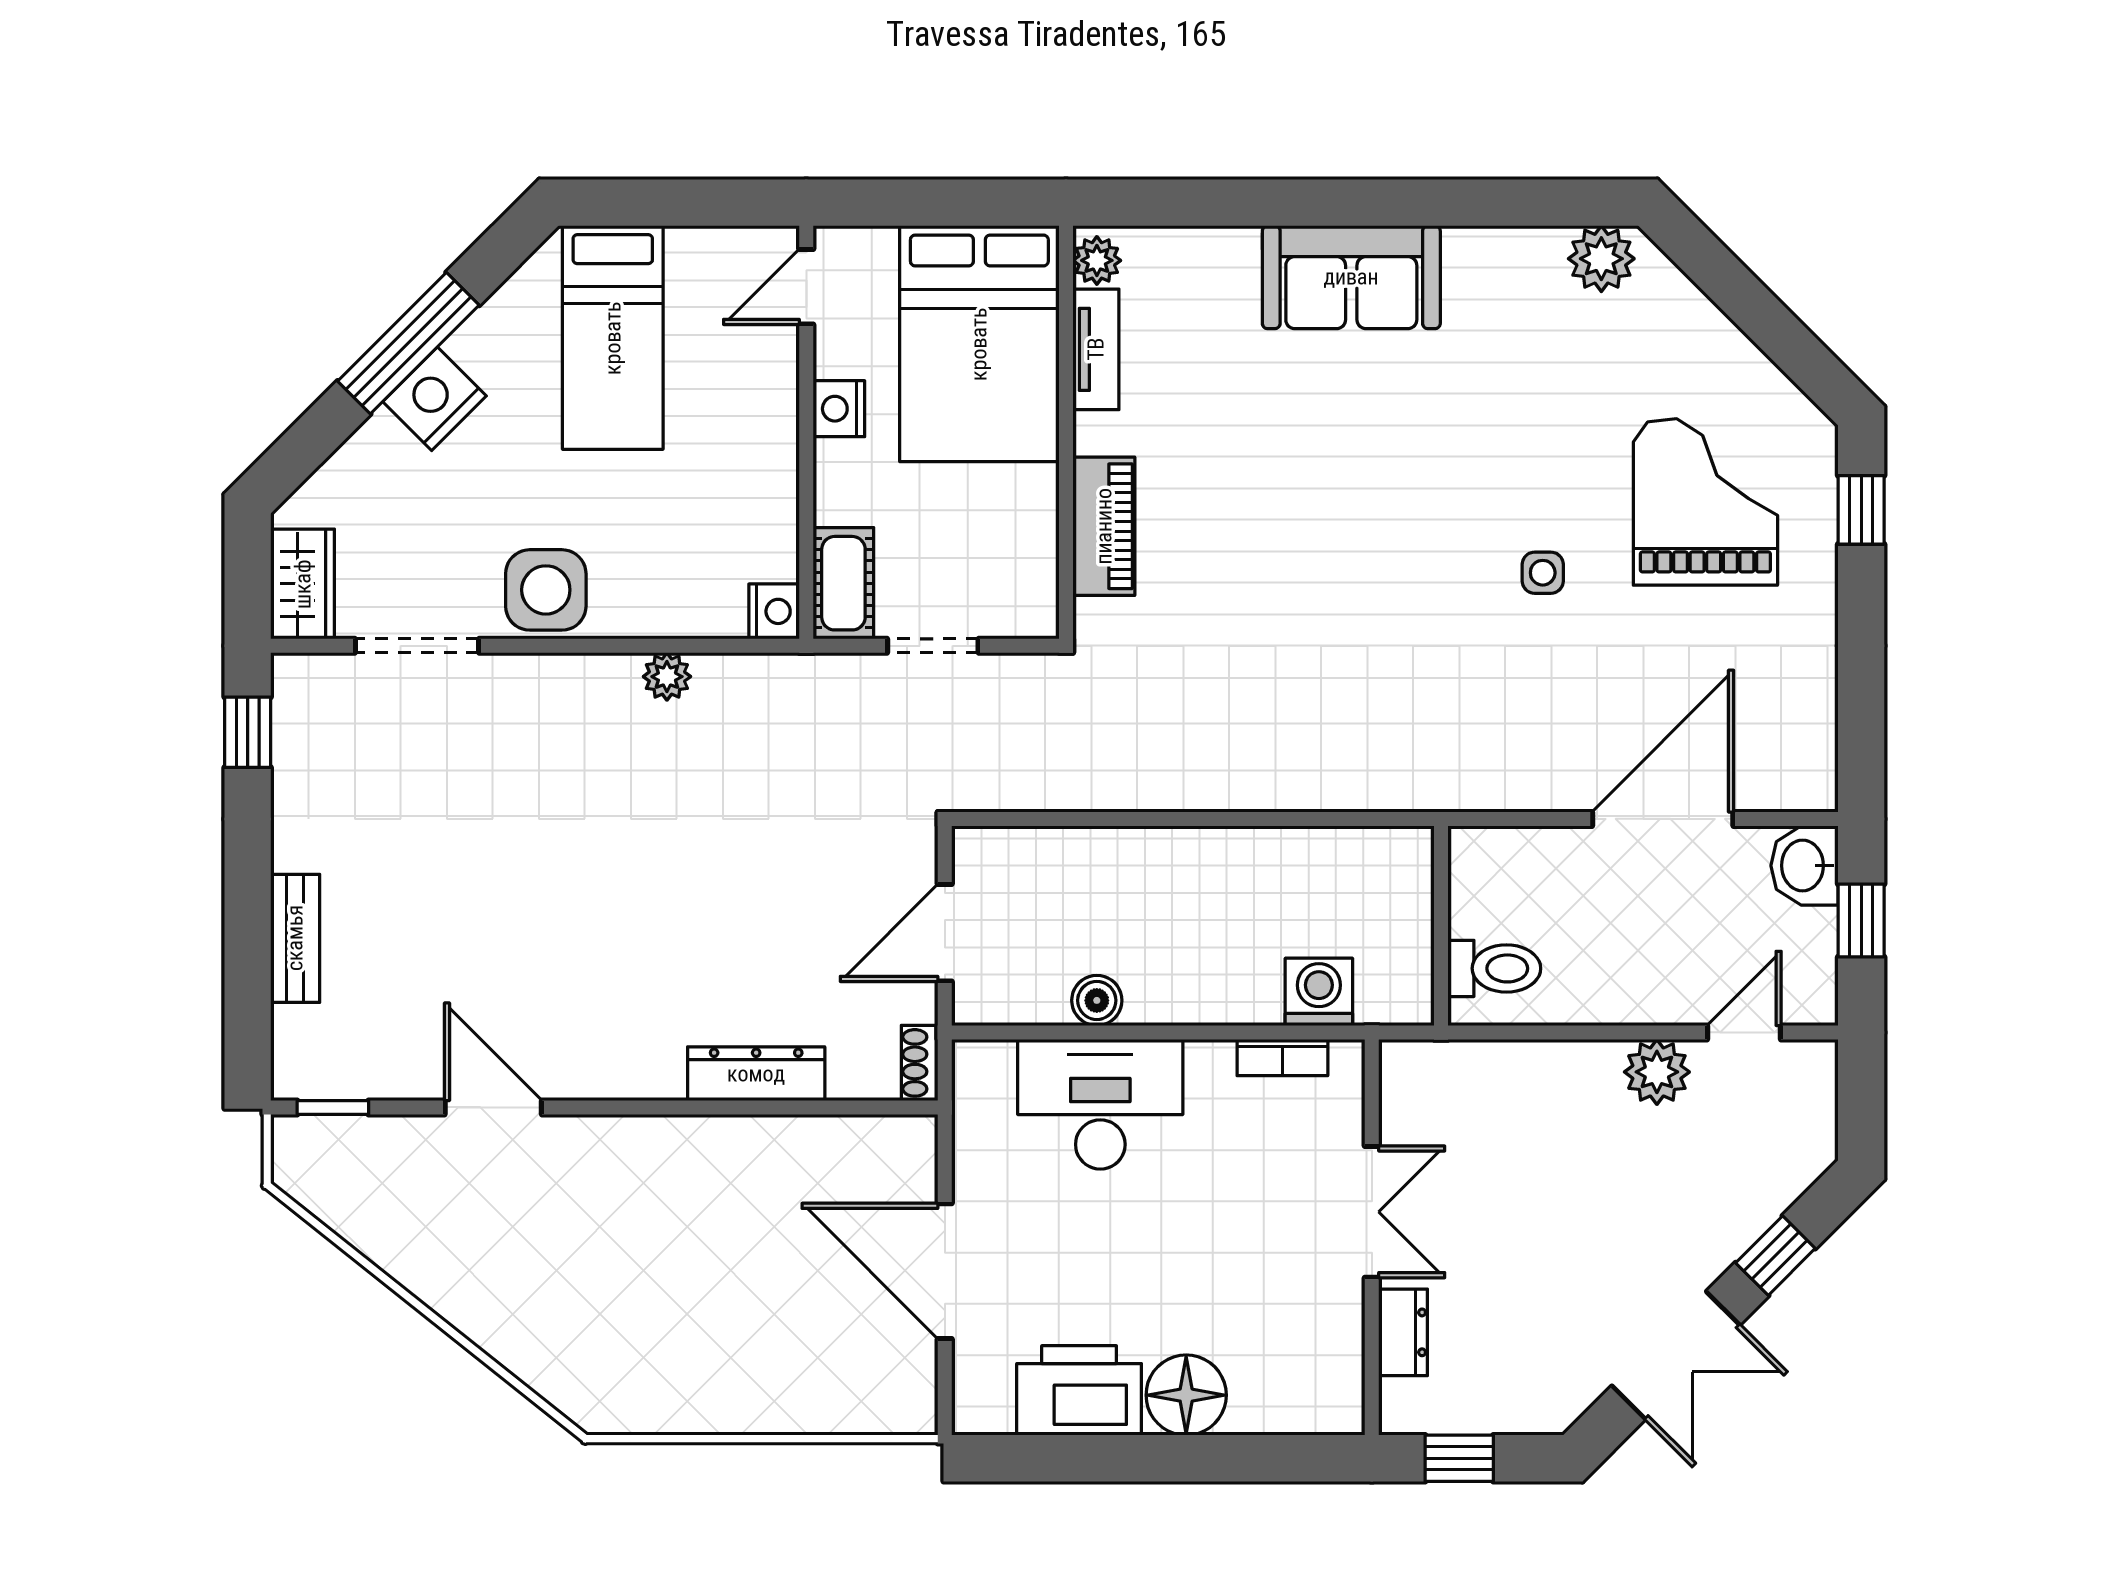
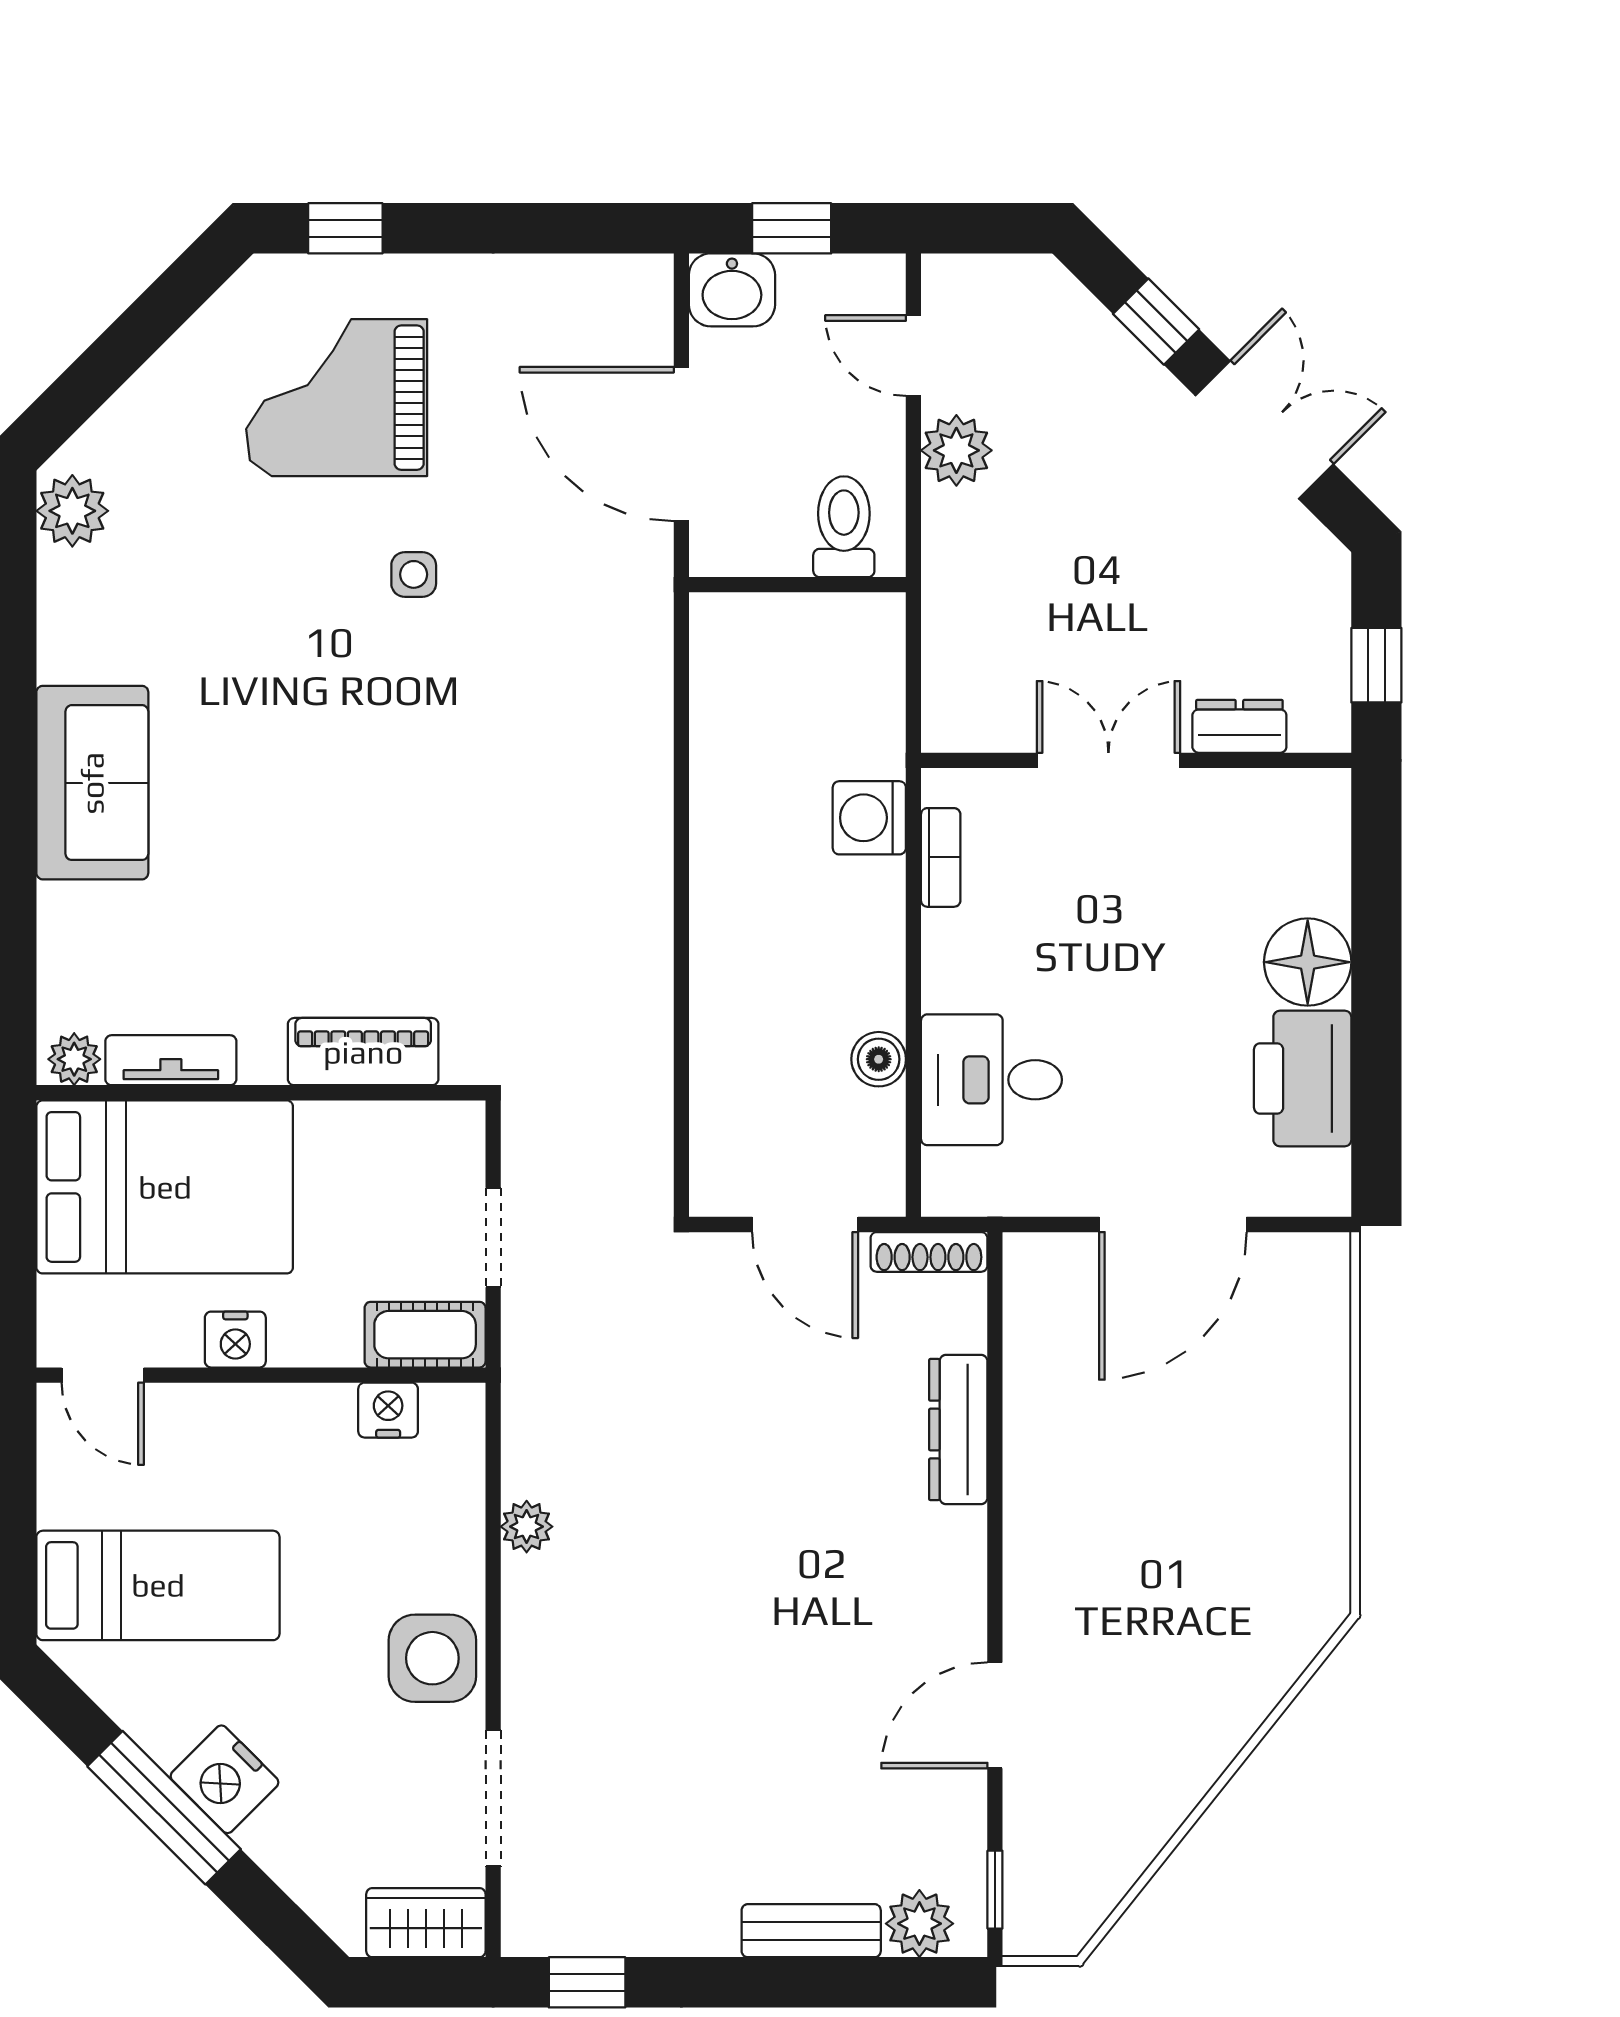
nightstand: (774, 611) -> (388, 1410), moved
wall: (1441, 926) -> (797, 585), moved
toilet: (1494, 968) -> (844, 527), moved
plant: (302, 1038) -> (919, 1924), added
shoe rack: (920, 1063) -> (929, 1252), width x1.43
desk: (1100, 1104) -> (991, 1080), width x0.73

